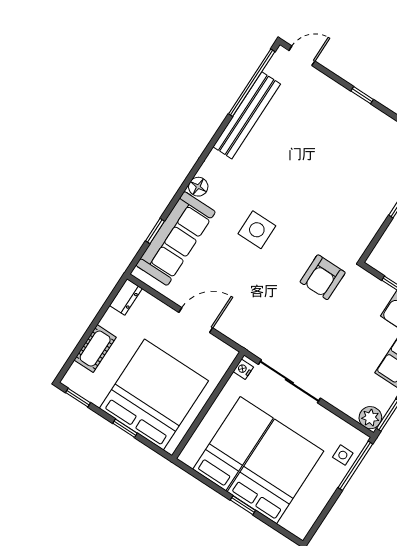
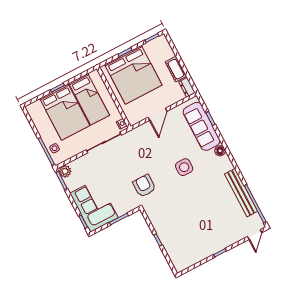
cot: (95, 349) -> (176, 69), moved

